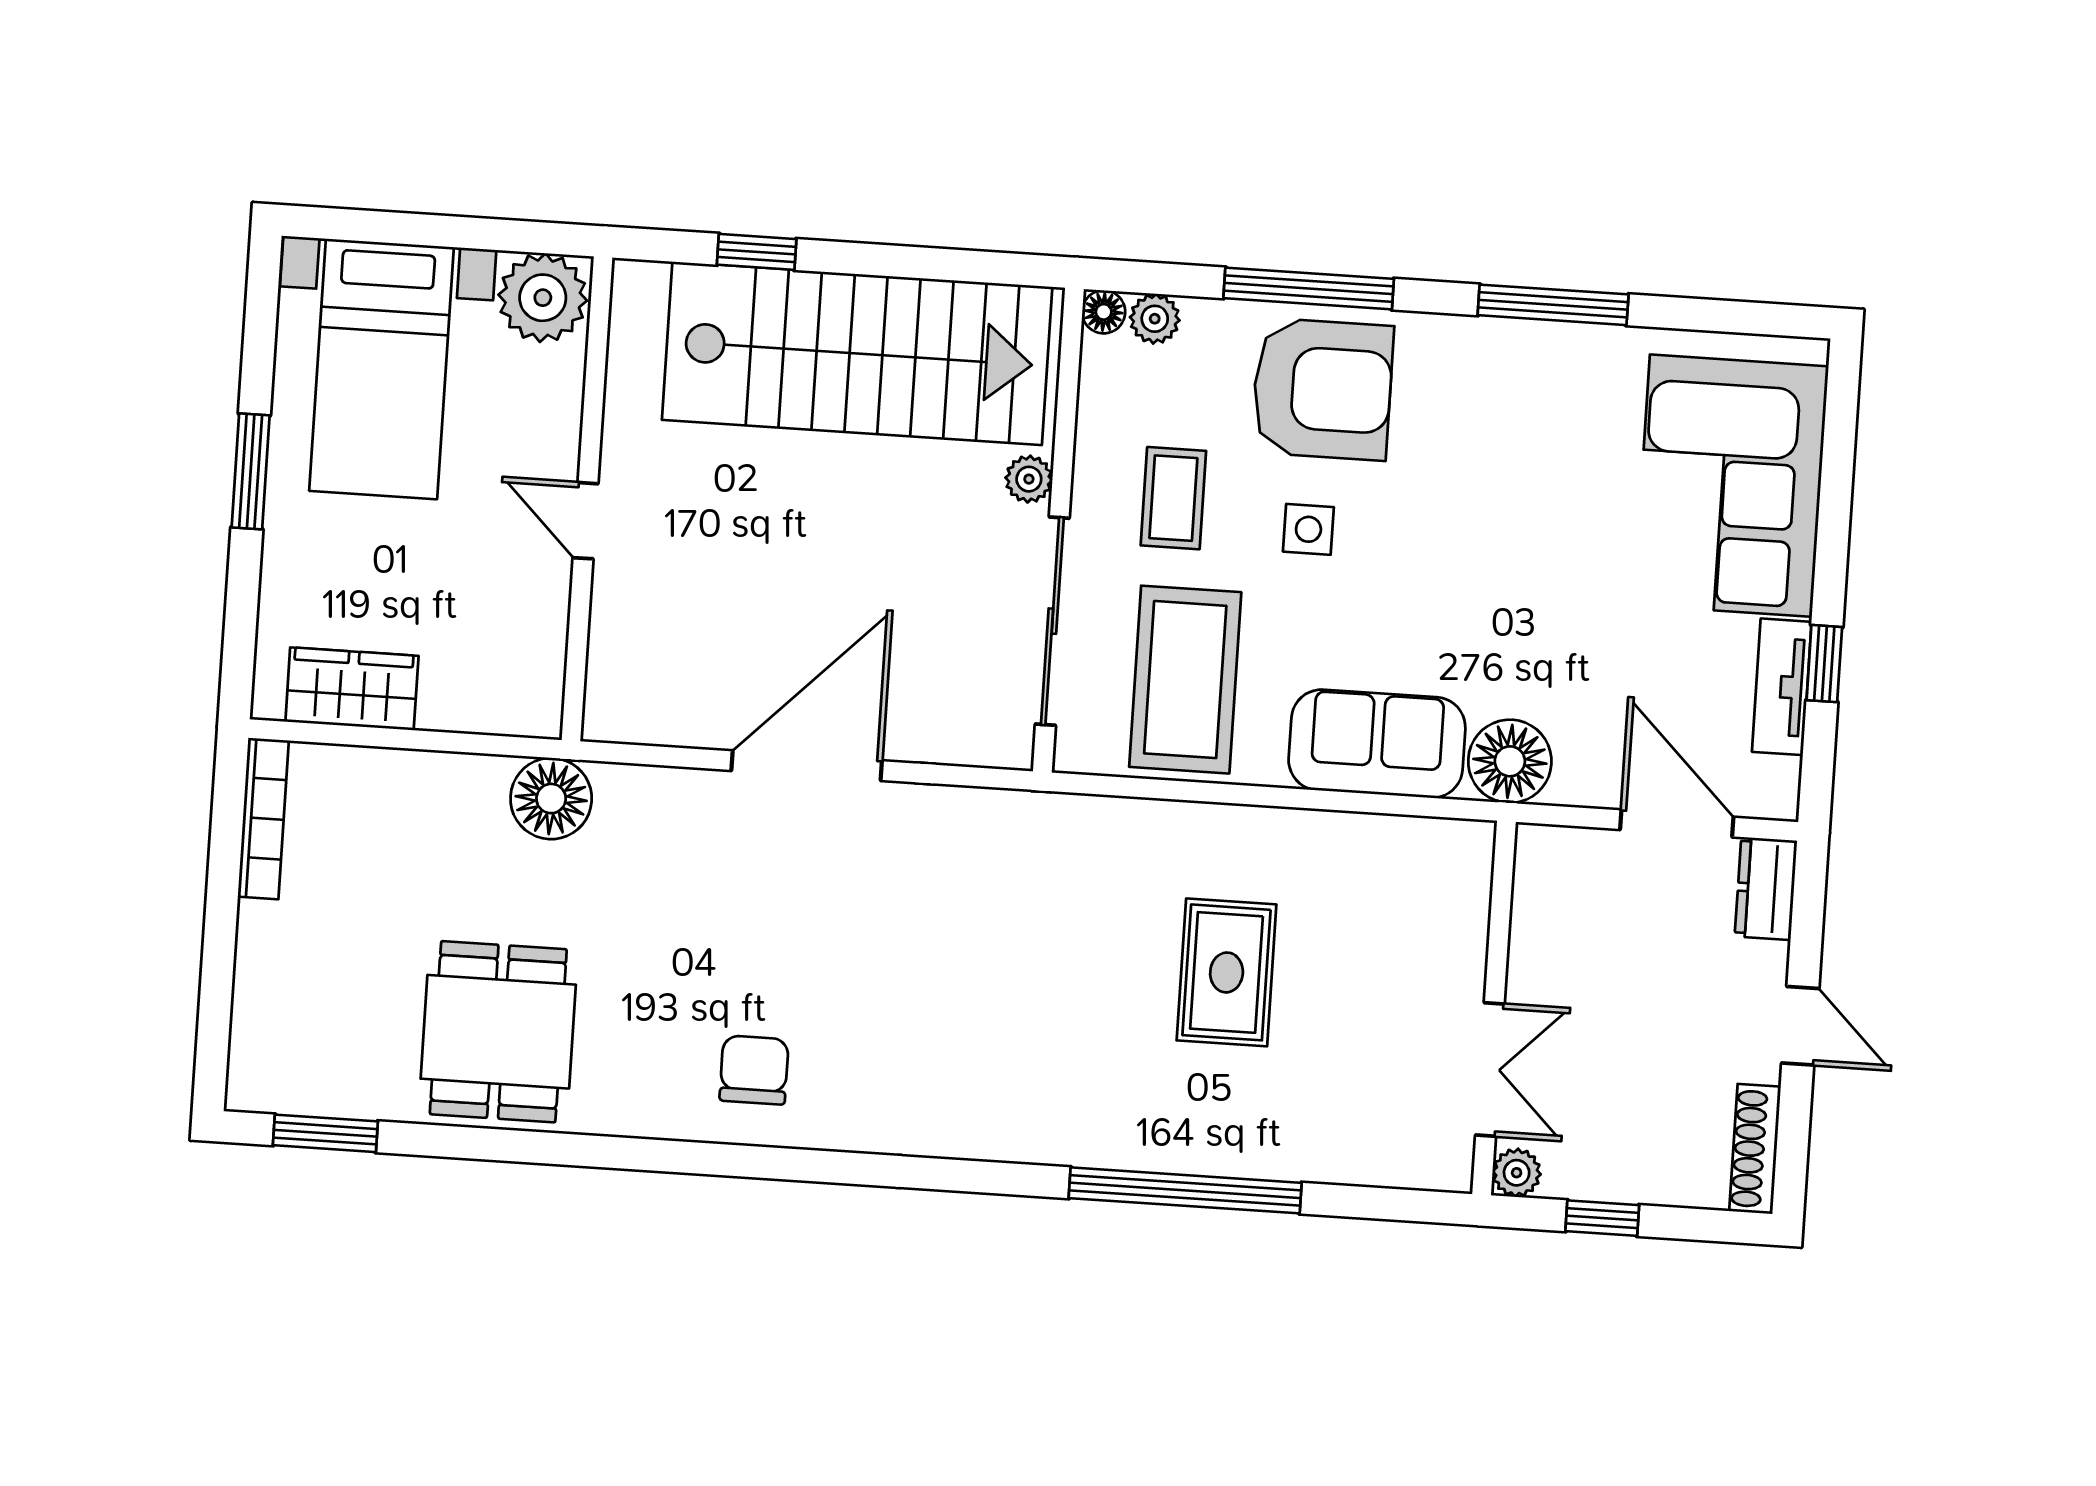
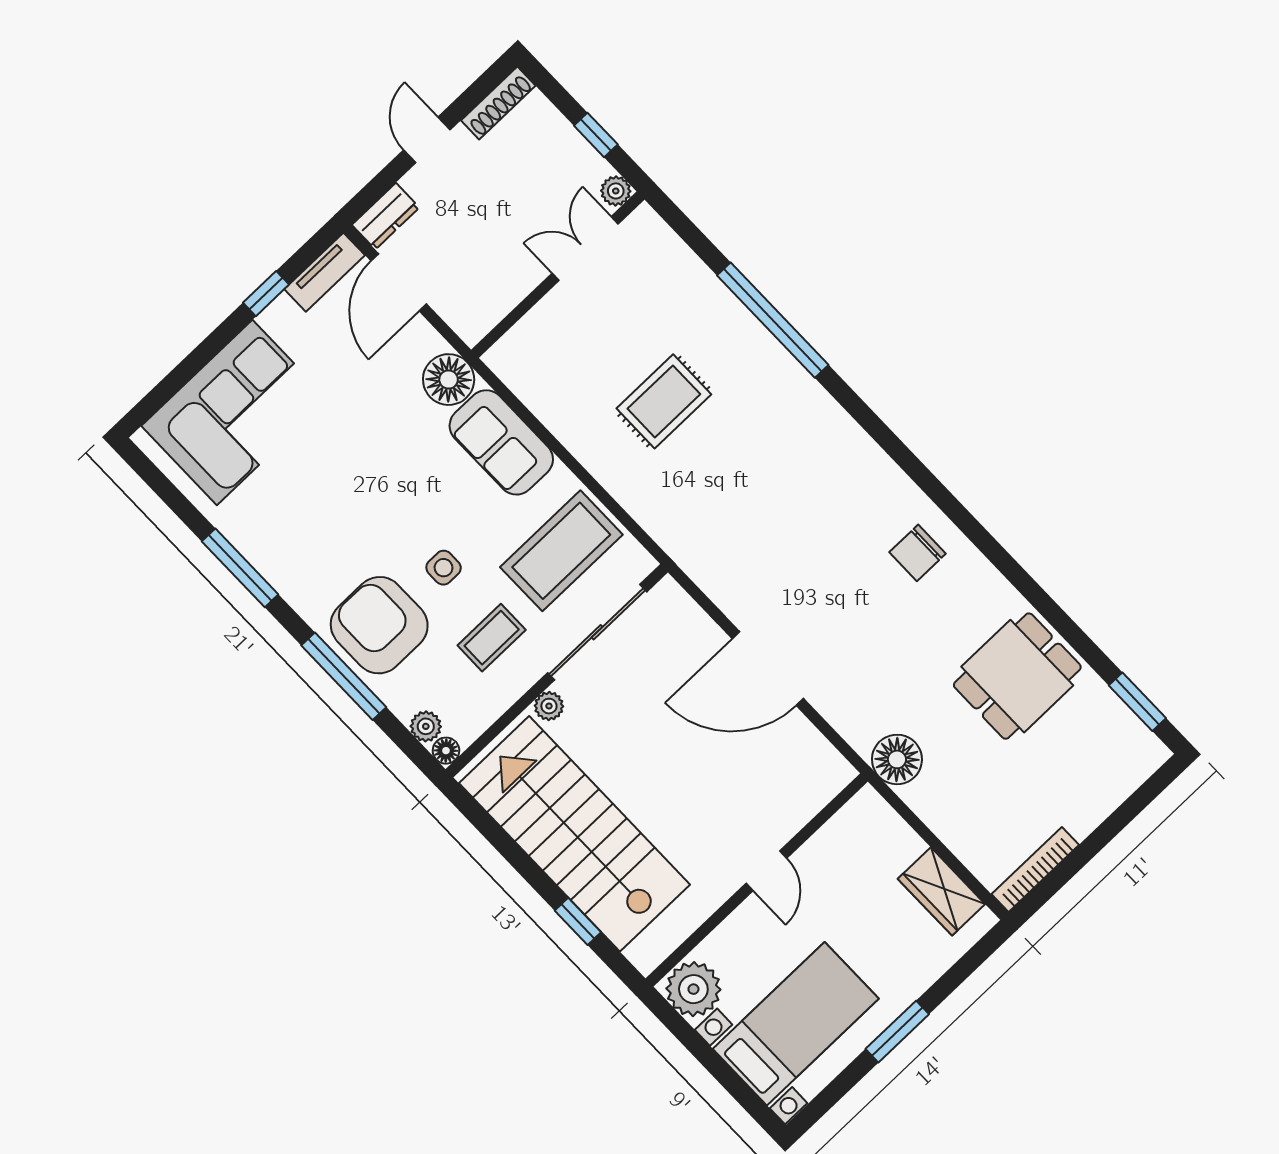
tv unit: (1782, 687) -> (325, 272), moved

